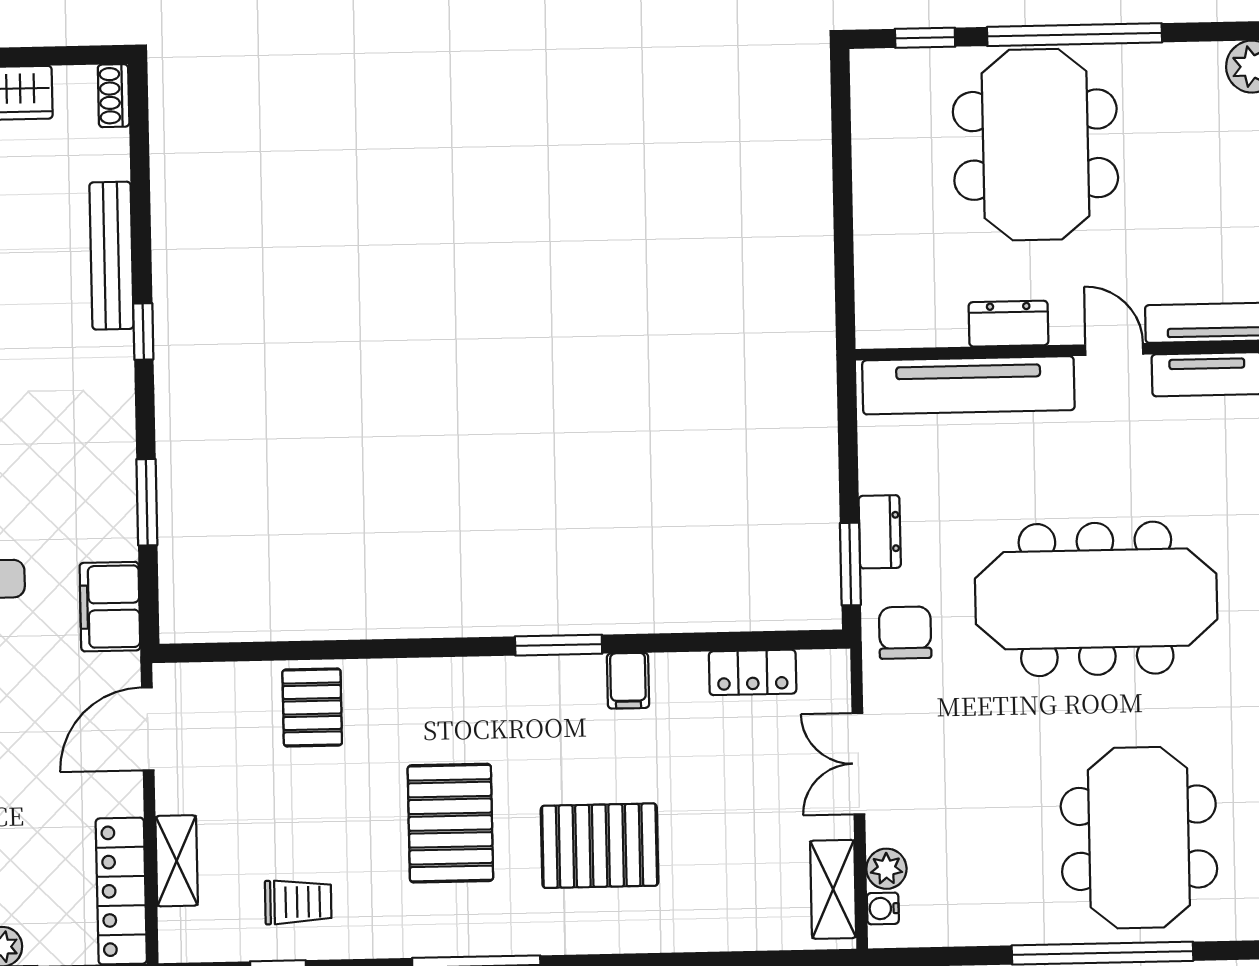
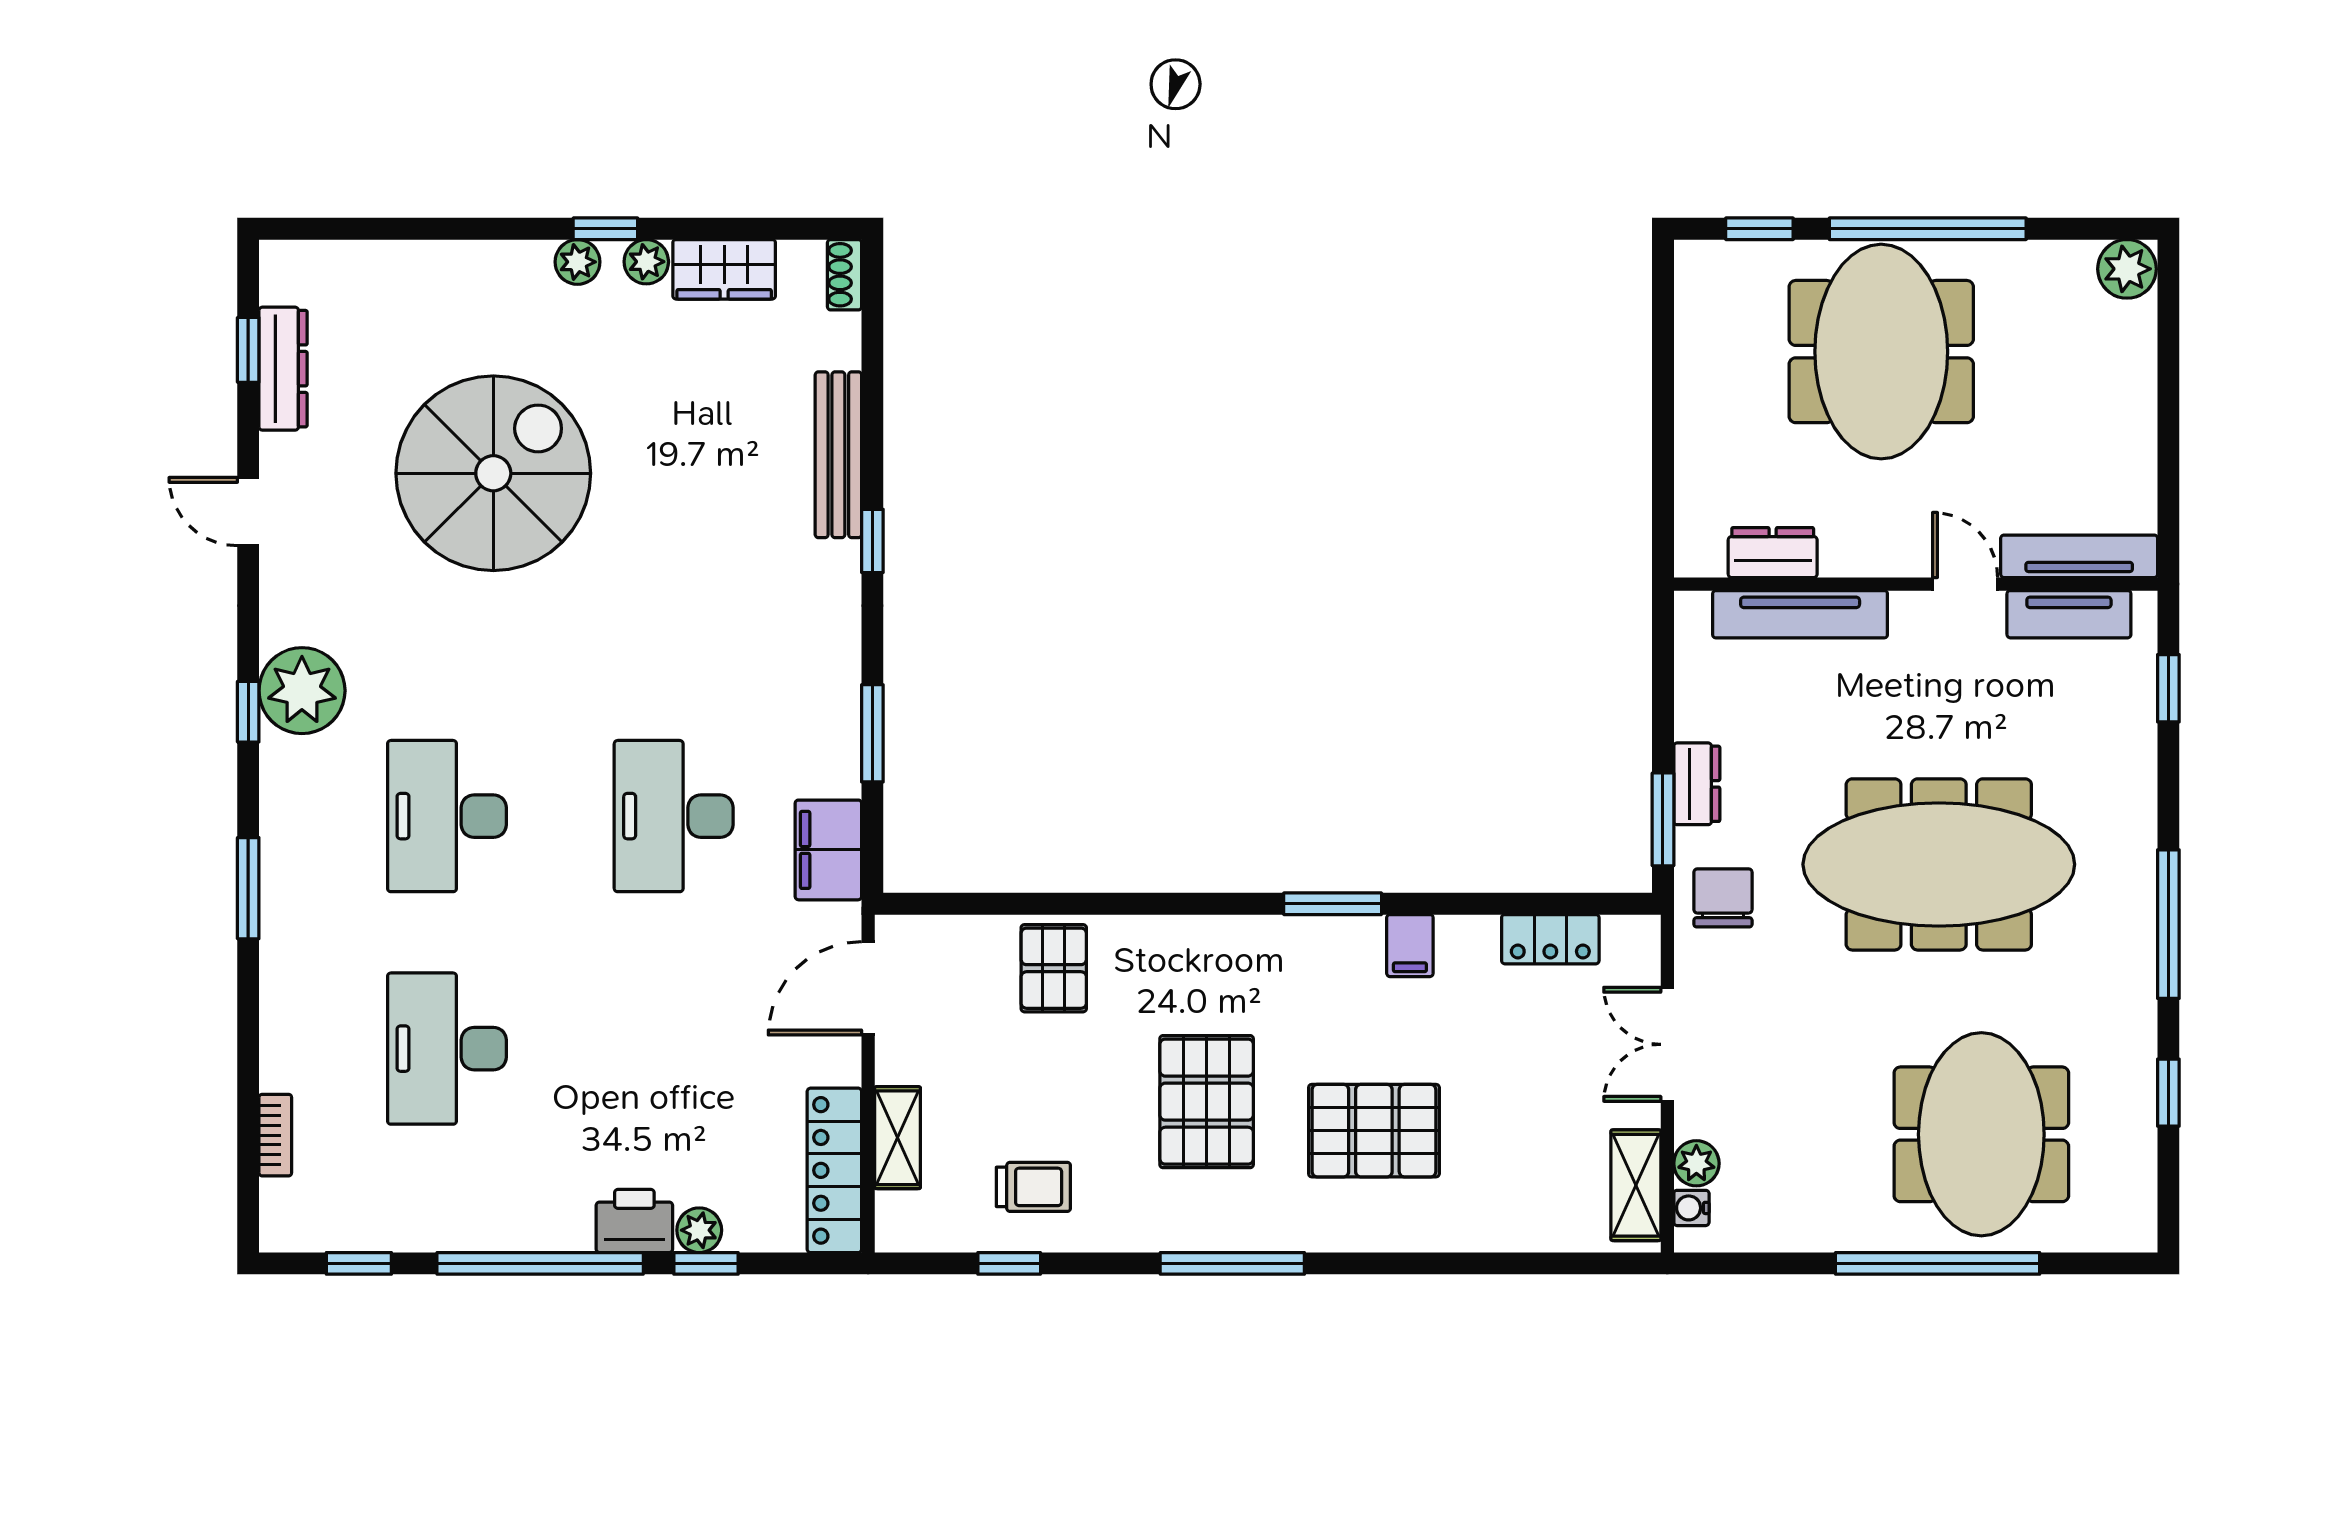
dresser: (1008, 324) -> (1773, 553), moved
tv unit: (968, 385) -> (1800, 614), width x0.73, depth x0.78

